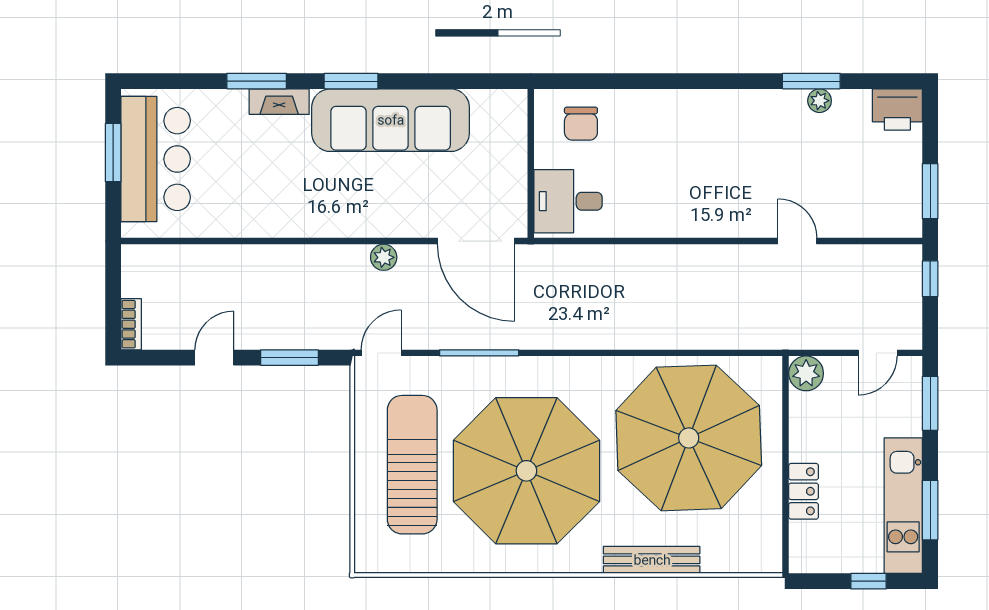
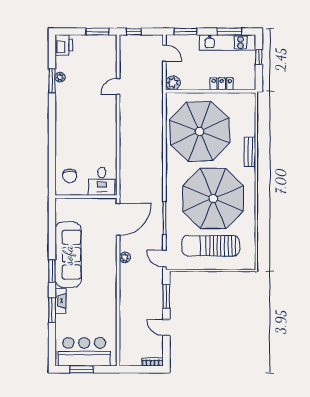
chair: (581, 124) -> (70, 176), turned 90
bench: (652, 560) -> (250, 152), width x0.73

